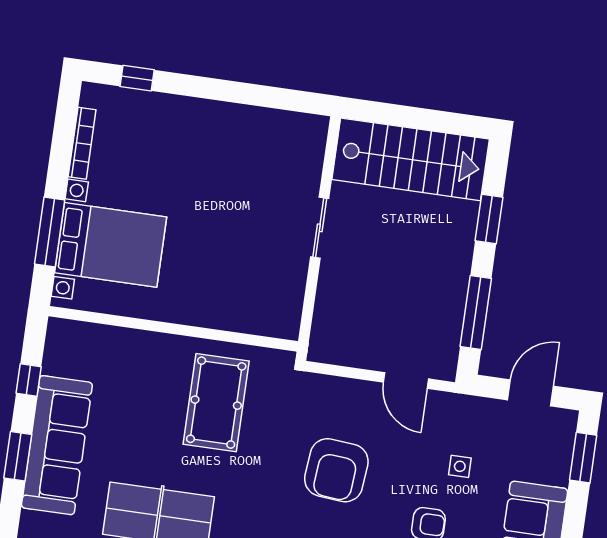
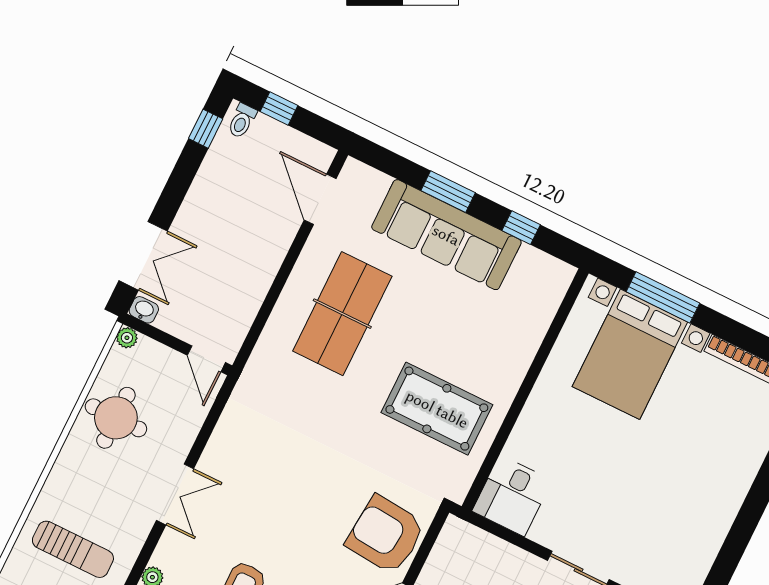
desk: (272, 309) -> (512, 496), added
armchair: (336, 470) -> (386, 535), moved

